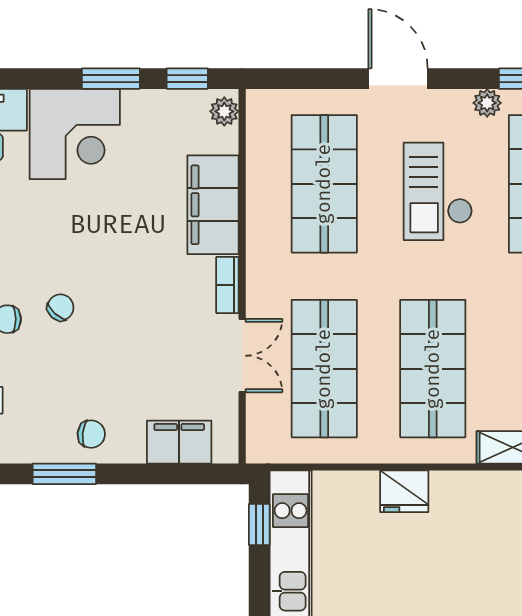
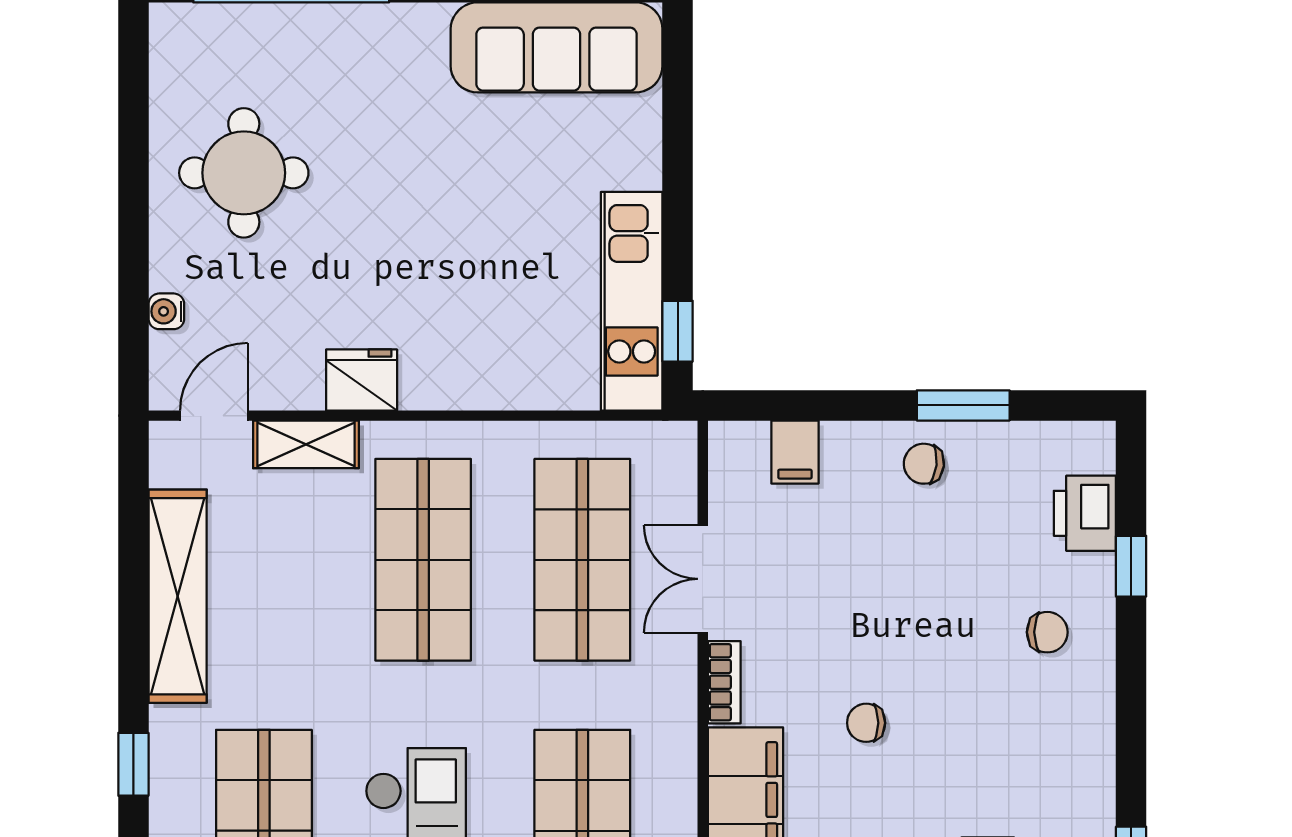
chair: (60, 307) -> (866, 723), moved, turned 48
filing cabinet: (179, 442) -> (795, 452), width x0.50
fridge: (404, 491) -> (362, 380), moved

